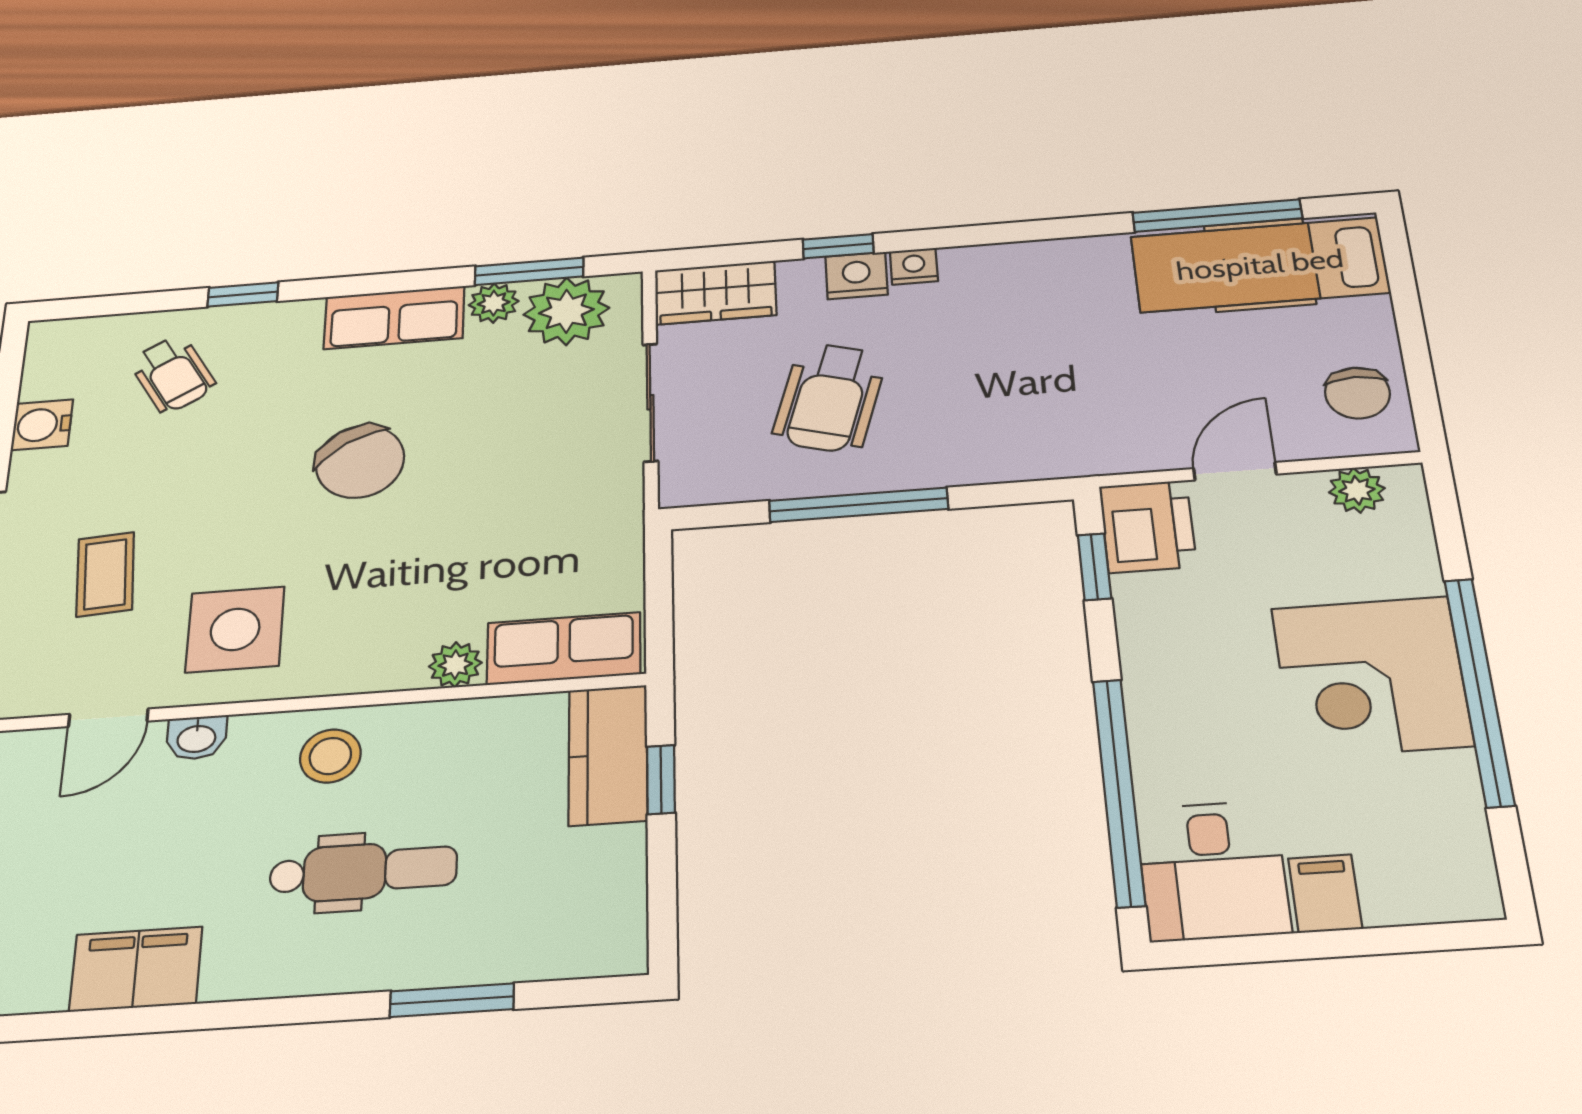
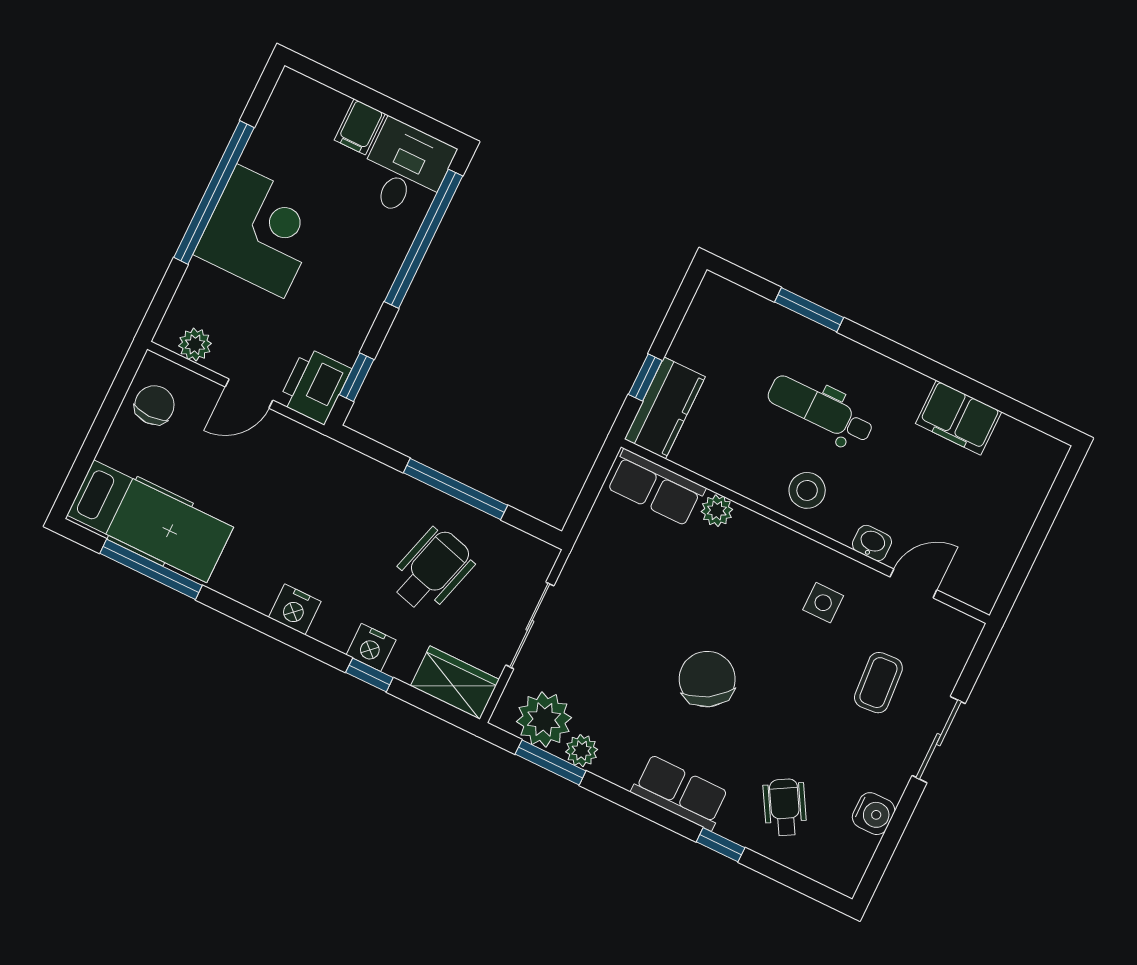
nightstand: (914, 266) -> (295, 609), moved, width x1.39, depth x1.35
row of seats: (394, 317) -> (680, 792), moved
side table: (235, 629) -> (823, 603), width x0.54, depth x0.54

